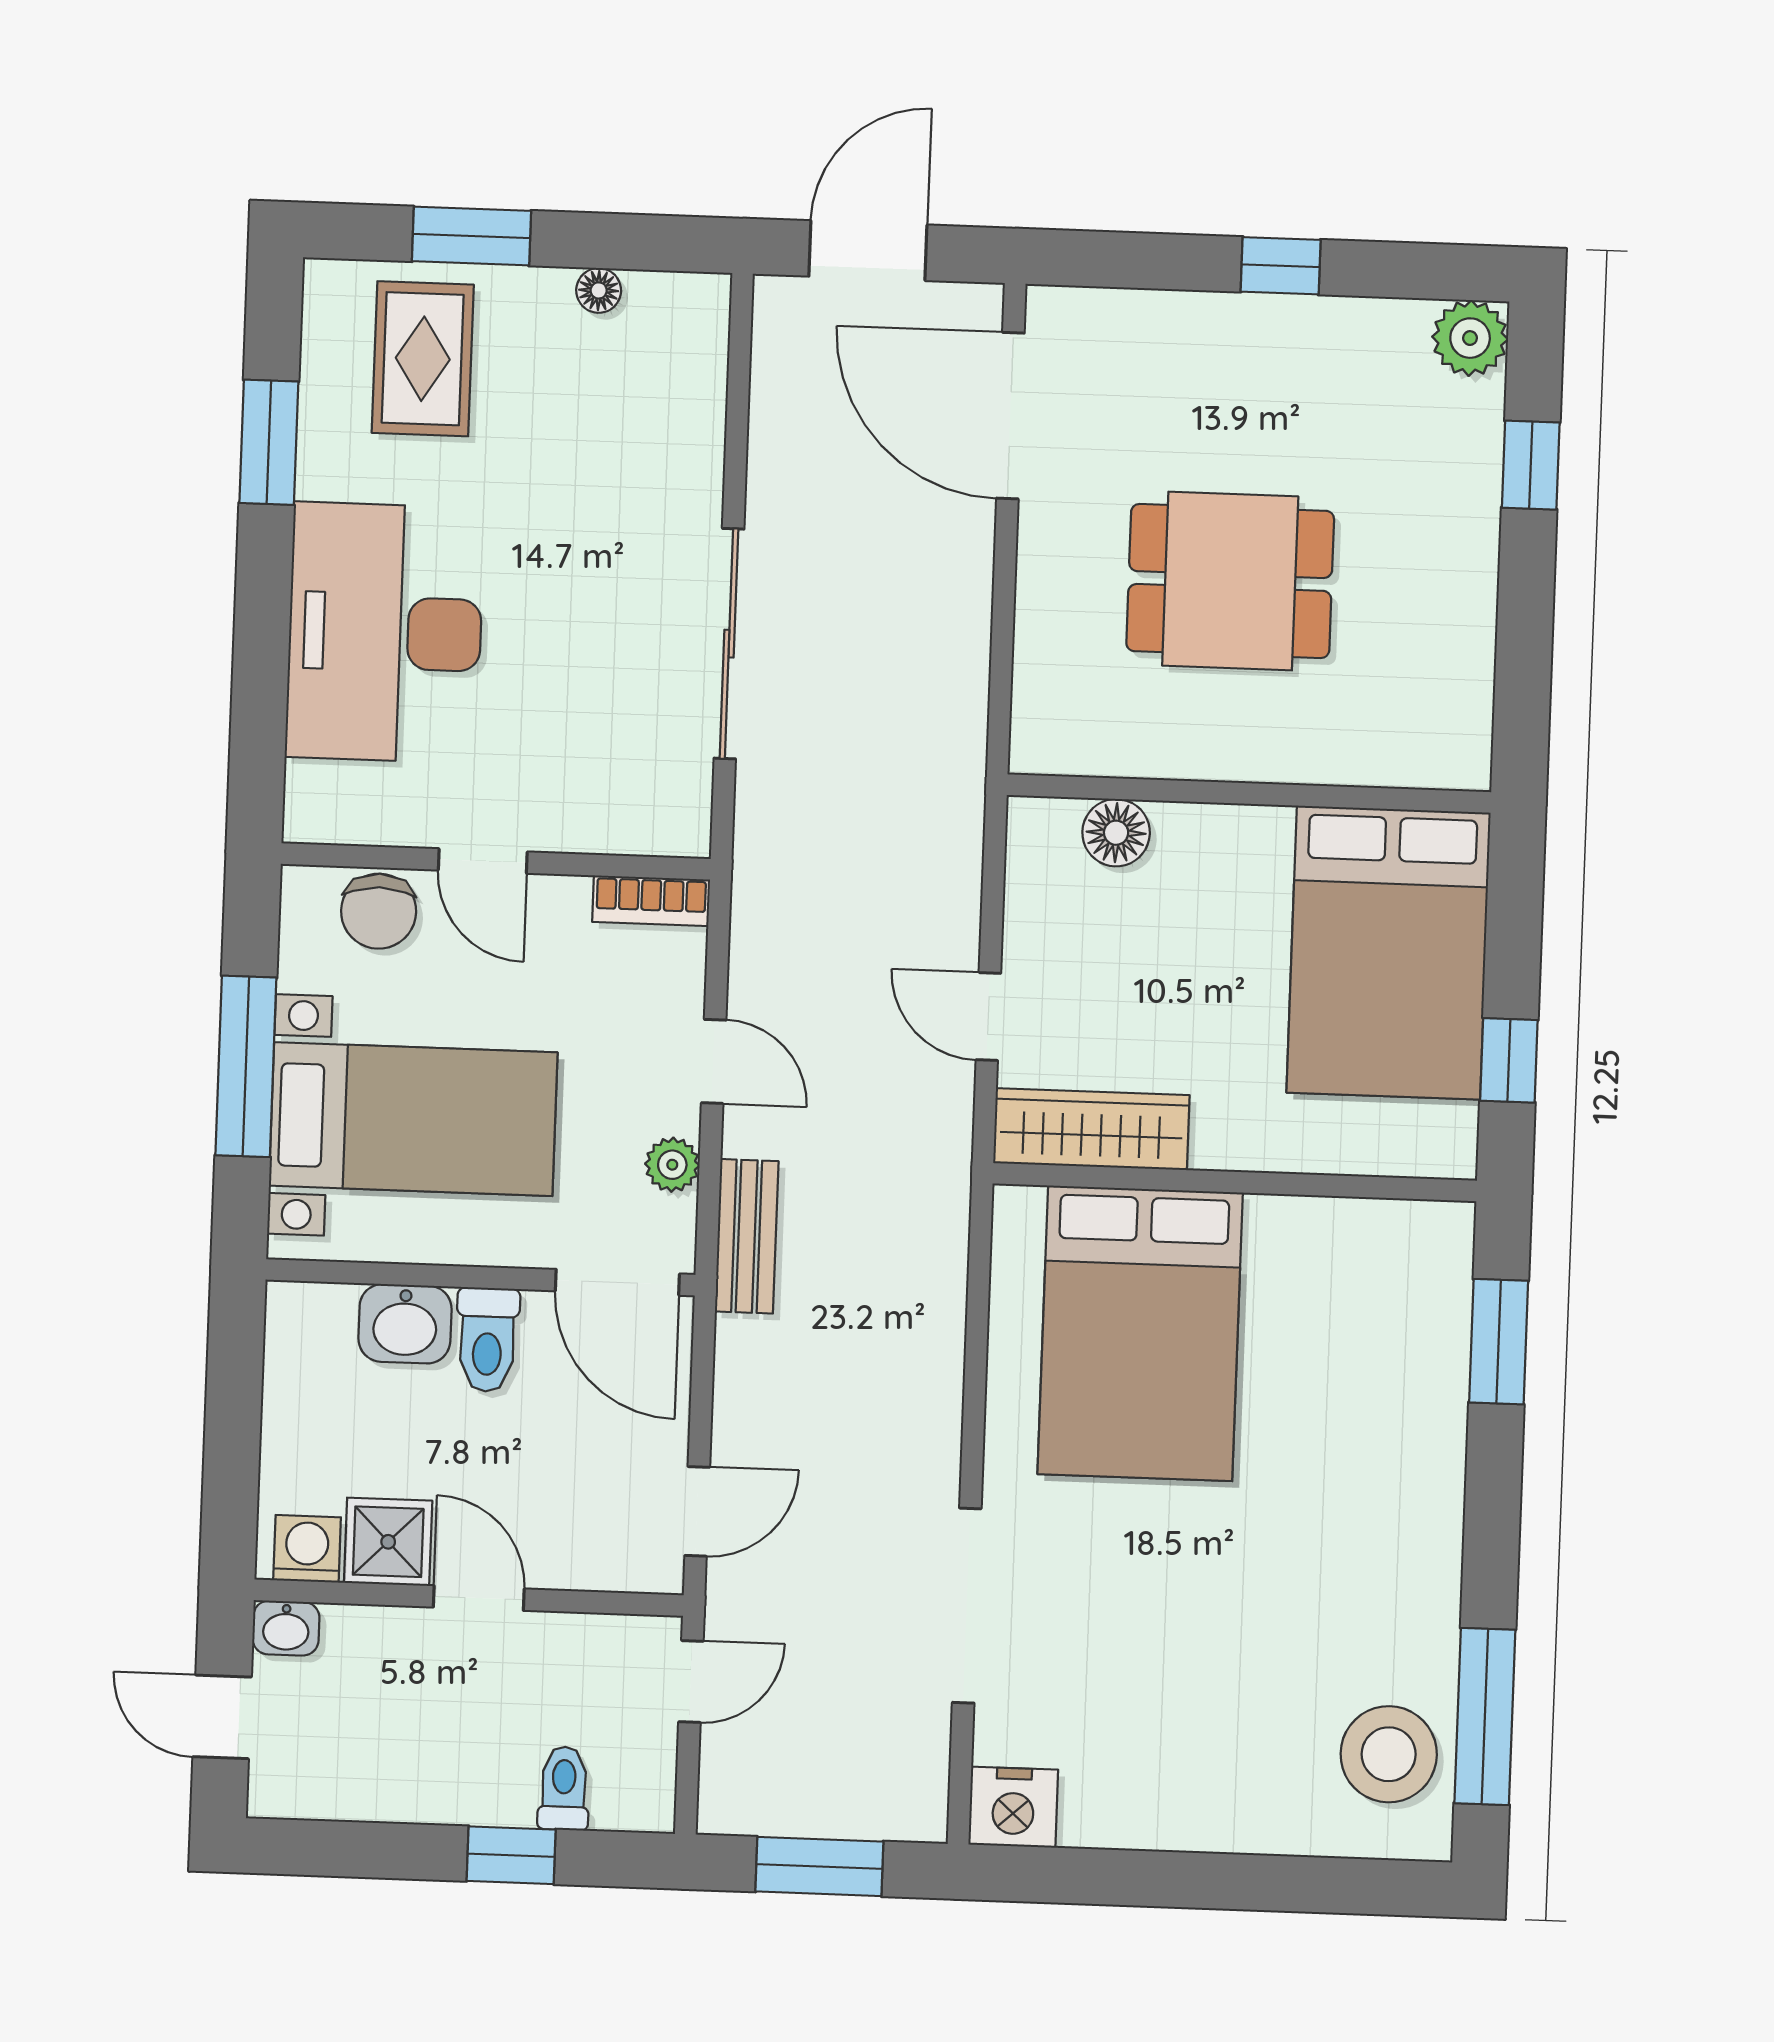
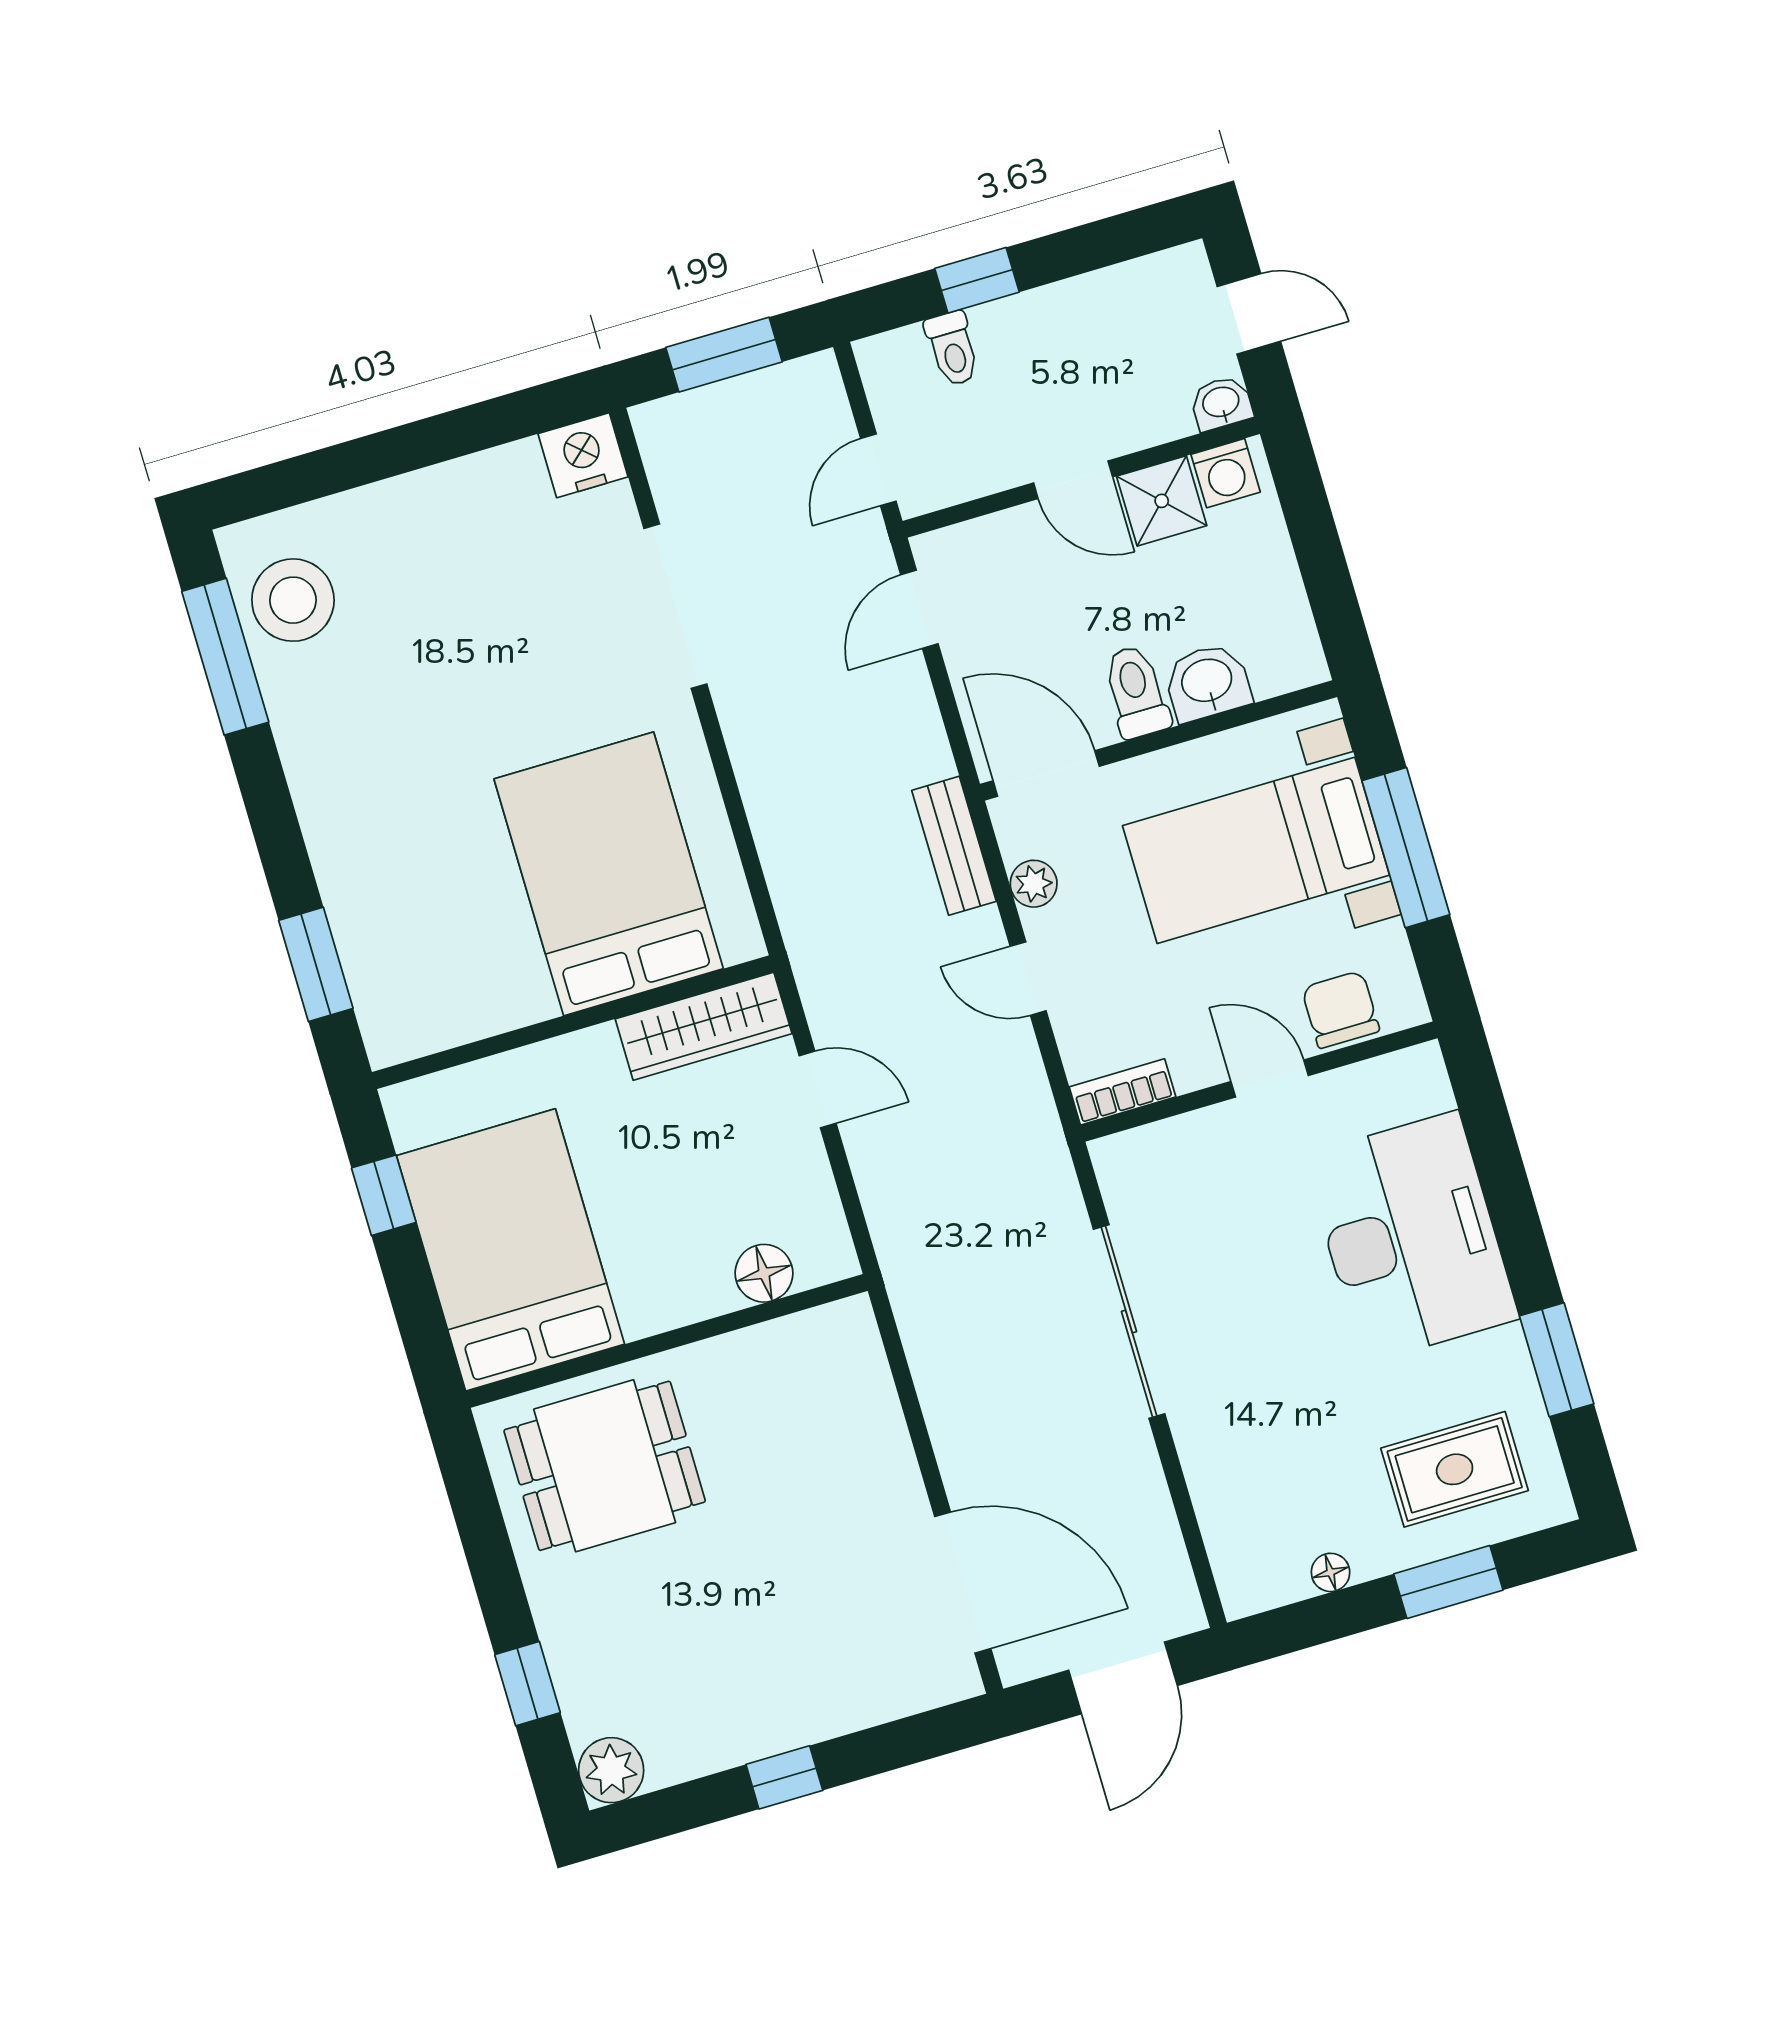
rug: (423, 359) -> (1455, 1469), turned 90
dining table: (1230, 581) -> (605, 1466), moved

